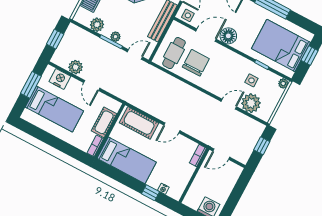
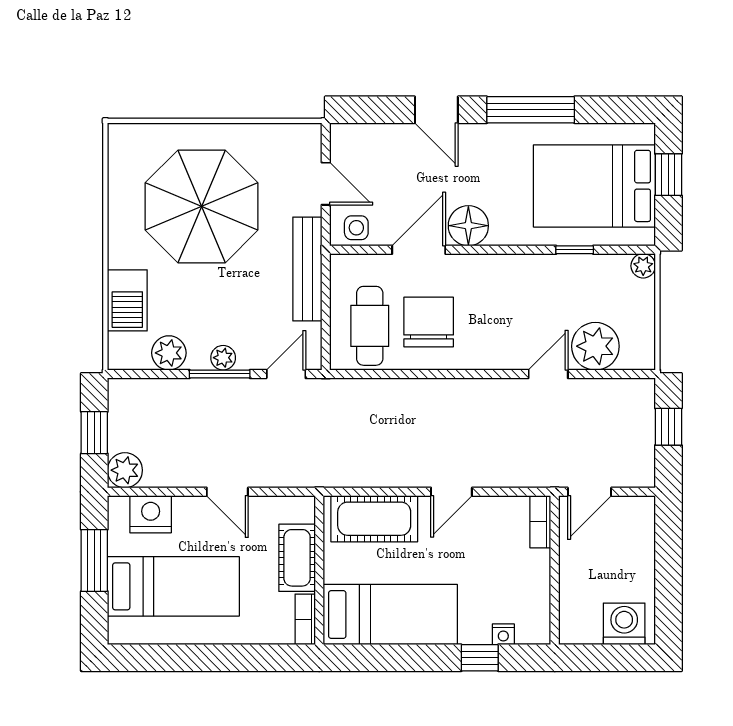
plant: (76, 67) -> (125, 470), moved
side table: (251, 80) -> (570, 296), removed

